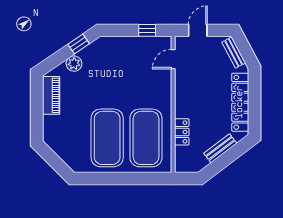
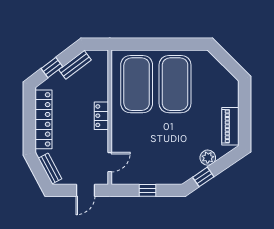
window: (147, 30) -> (147, 190), moved
locker: (182, 132) -> (101, 116), moved
bench: (220, 148) -> (75, 65), moved
window: (232, 155) -> (52, 68), added

